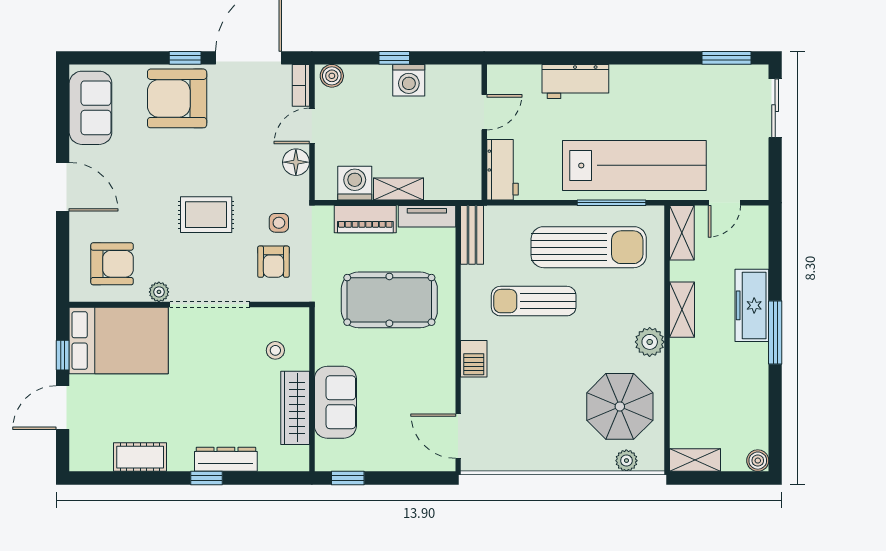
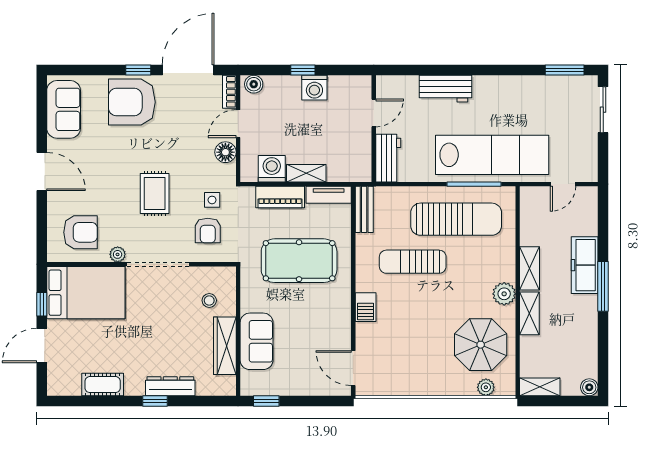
rug: (206, 215) -> (155, 194), turned 90
shelving: (682, 233) -> (529, 313), moved

